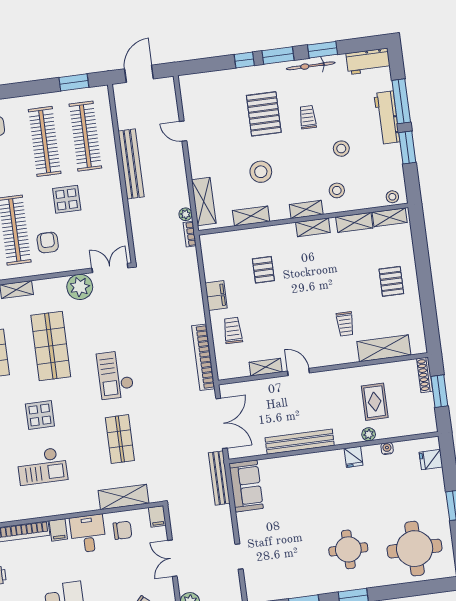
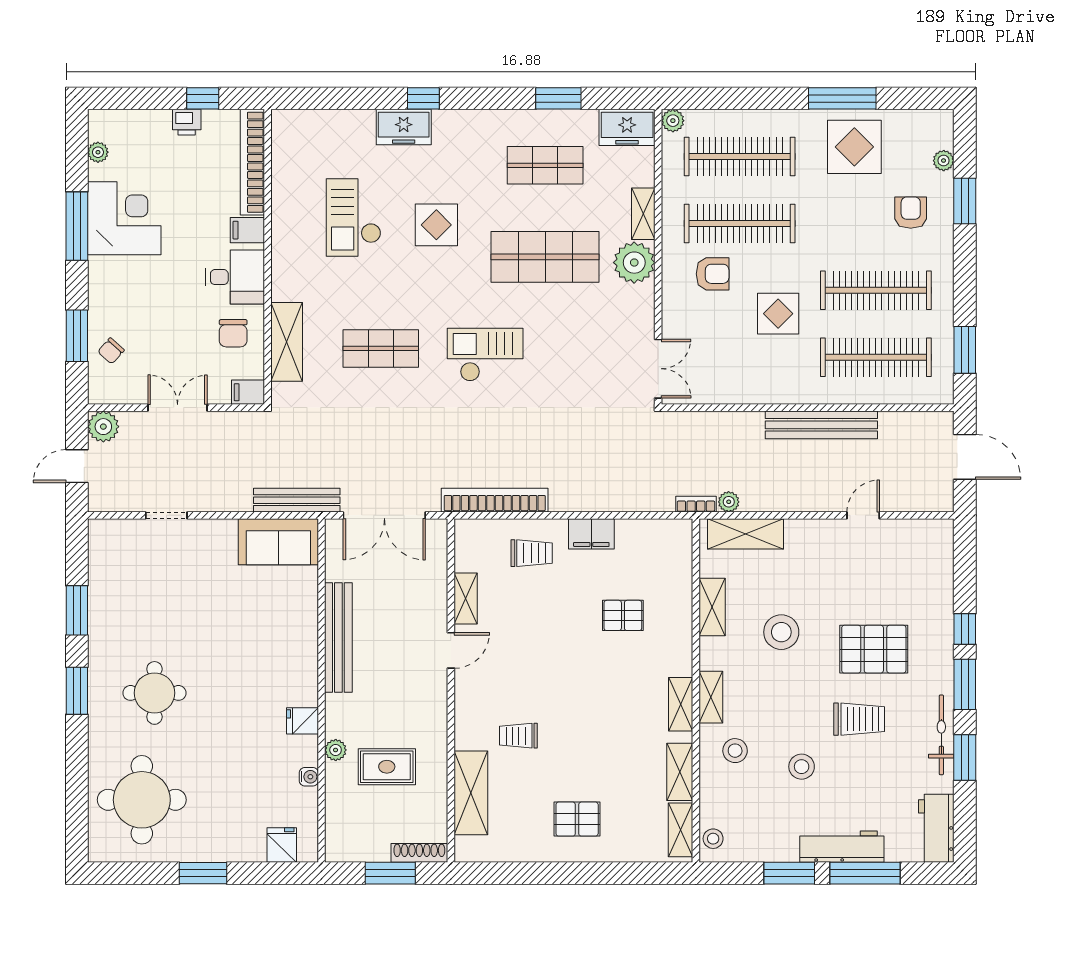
trolley: (308, 117) -> (859, 719), width x1.36, depth x1.39
plant: (80, 287) -> (634, 263), moved

